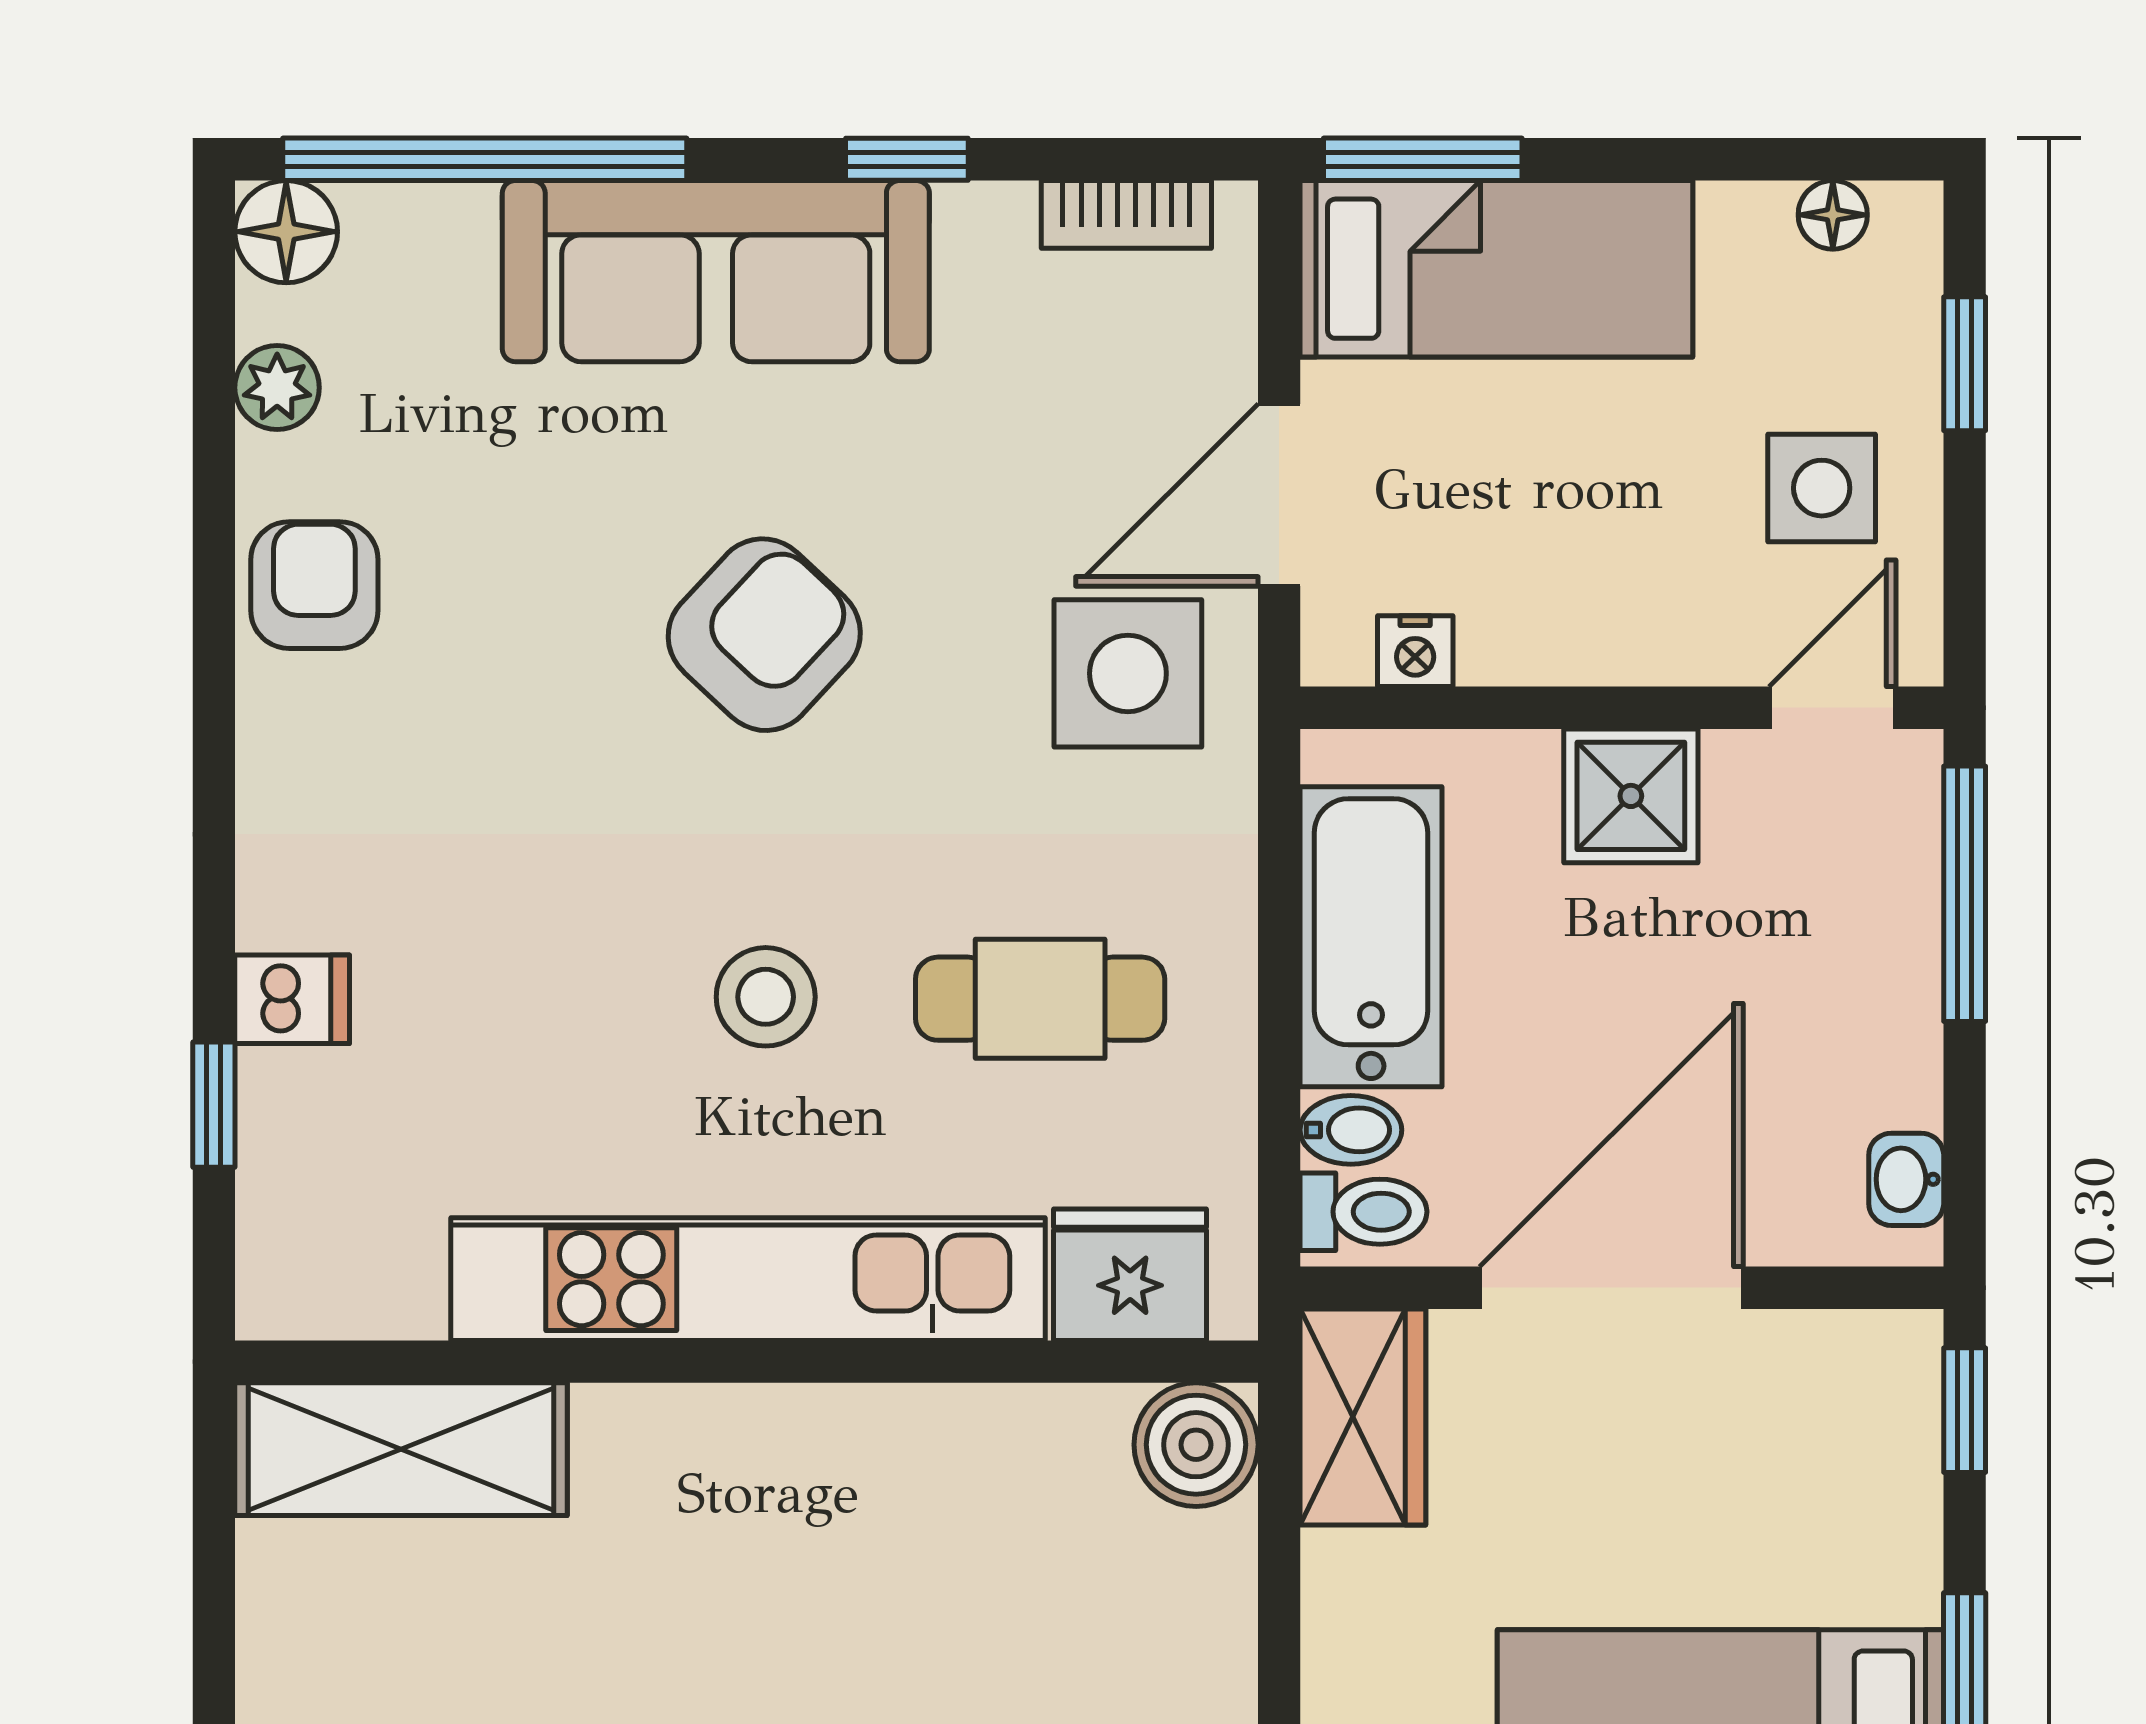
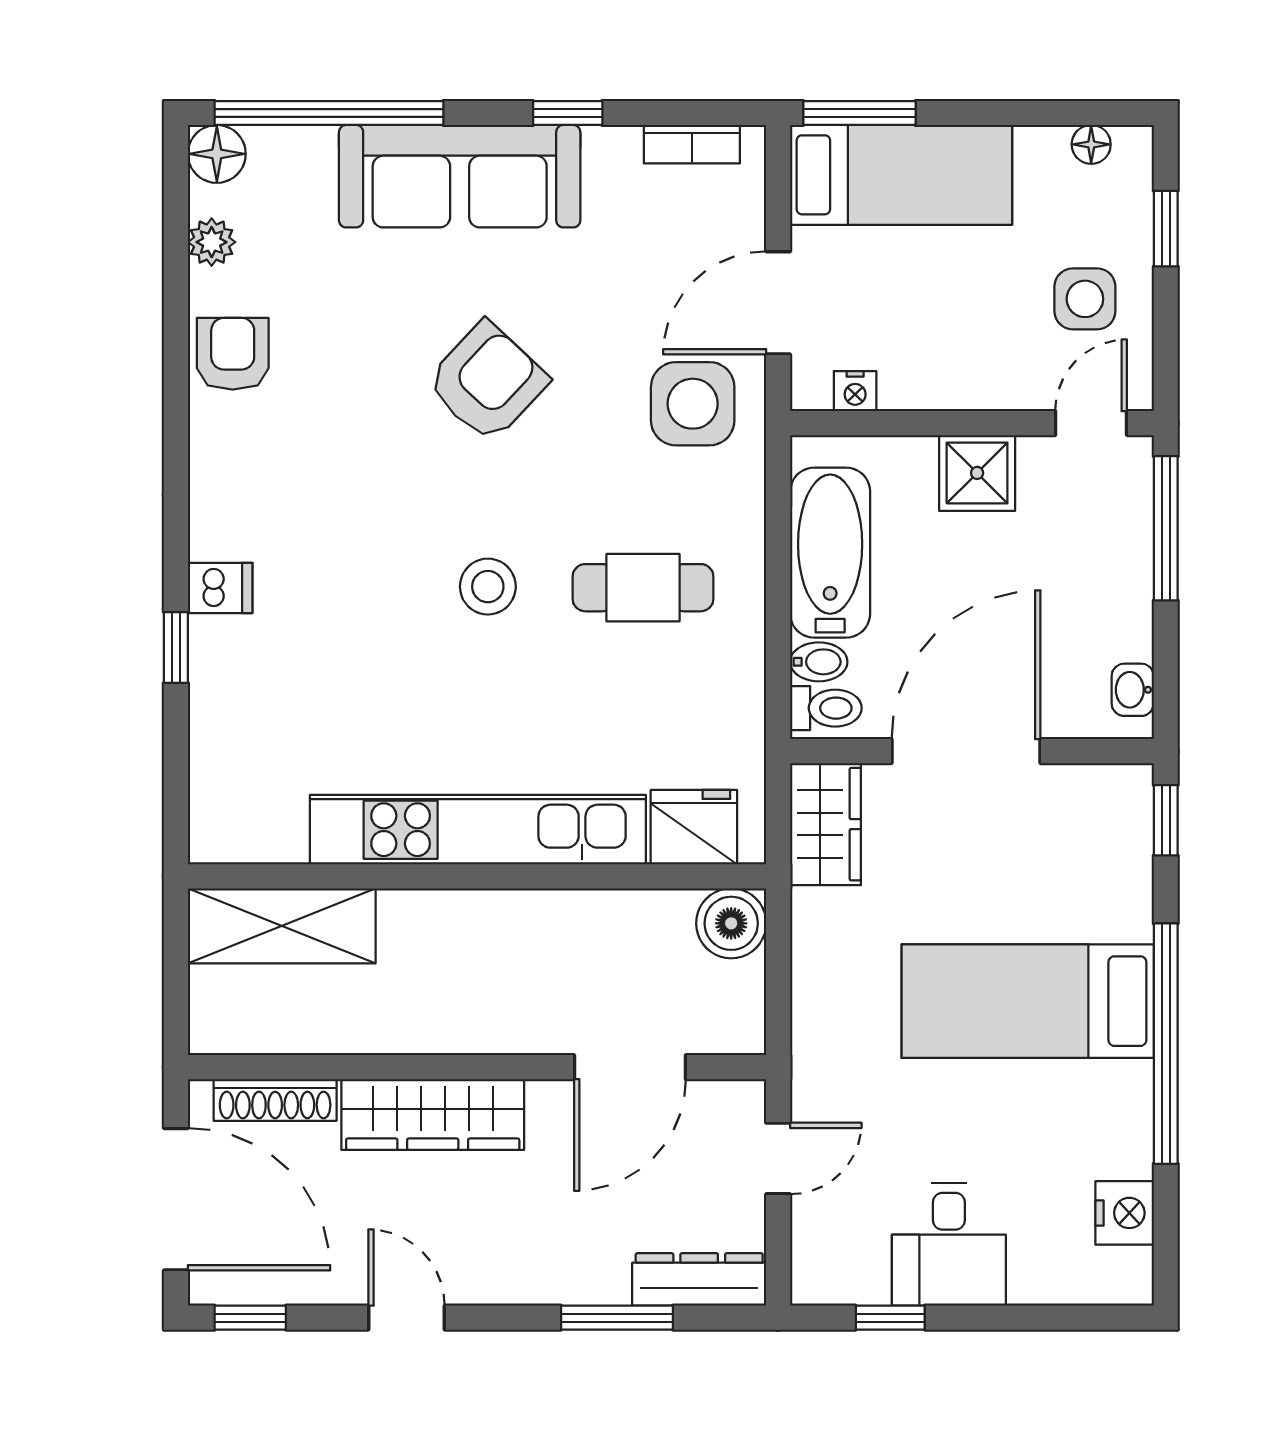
fridge: (1130, 1275) -> (694, 827), moved
kitchen unit: (748, 1279) -> (478, 830), moved
wall: (746, 1362) -> (477, 876), moved
boiler: (1196, 1445) -> (731, 923), moved
shelving: (401, 1449) -> (282, 926), moved

